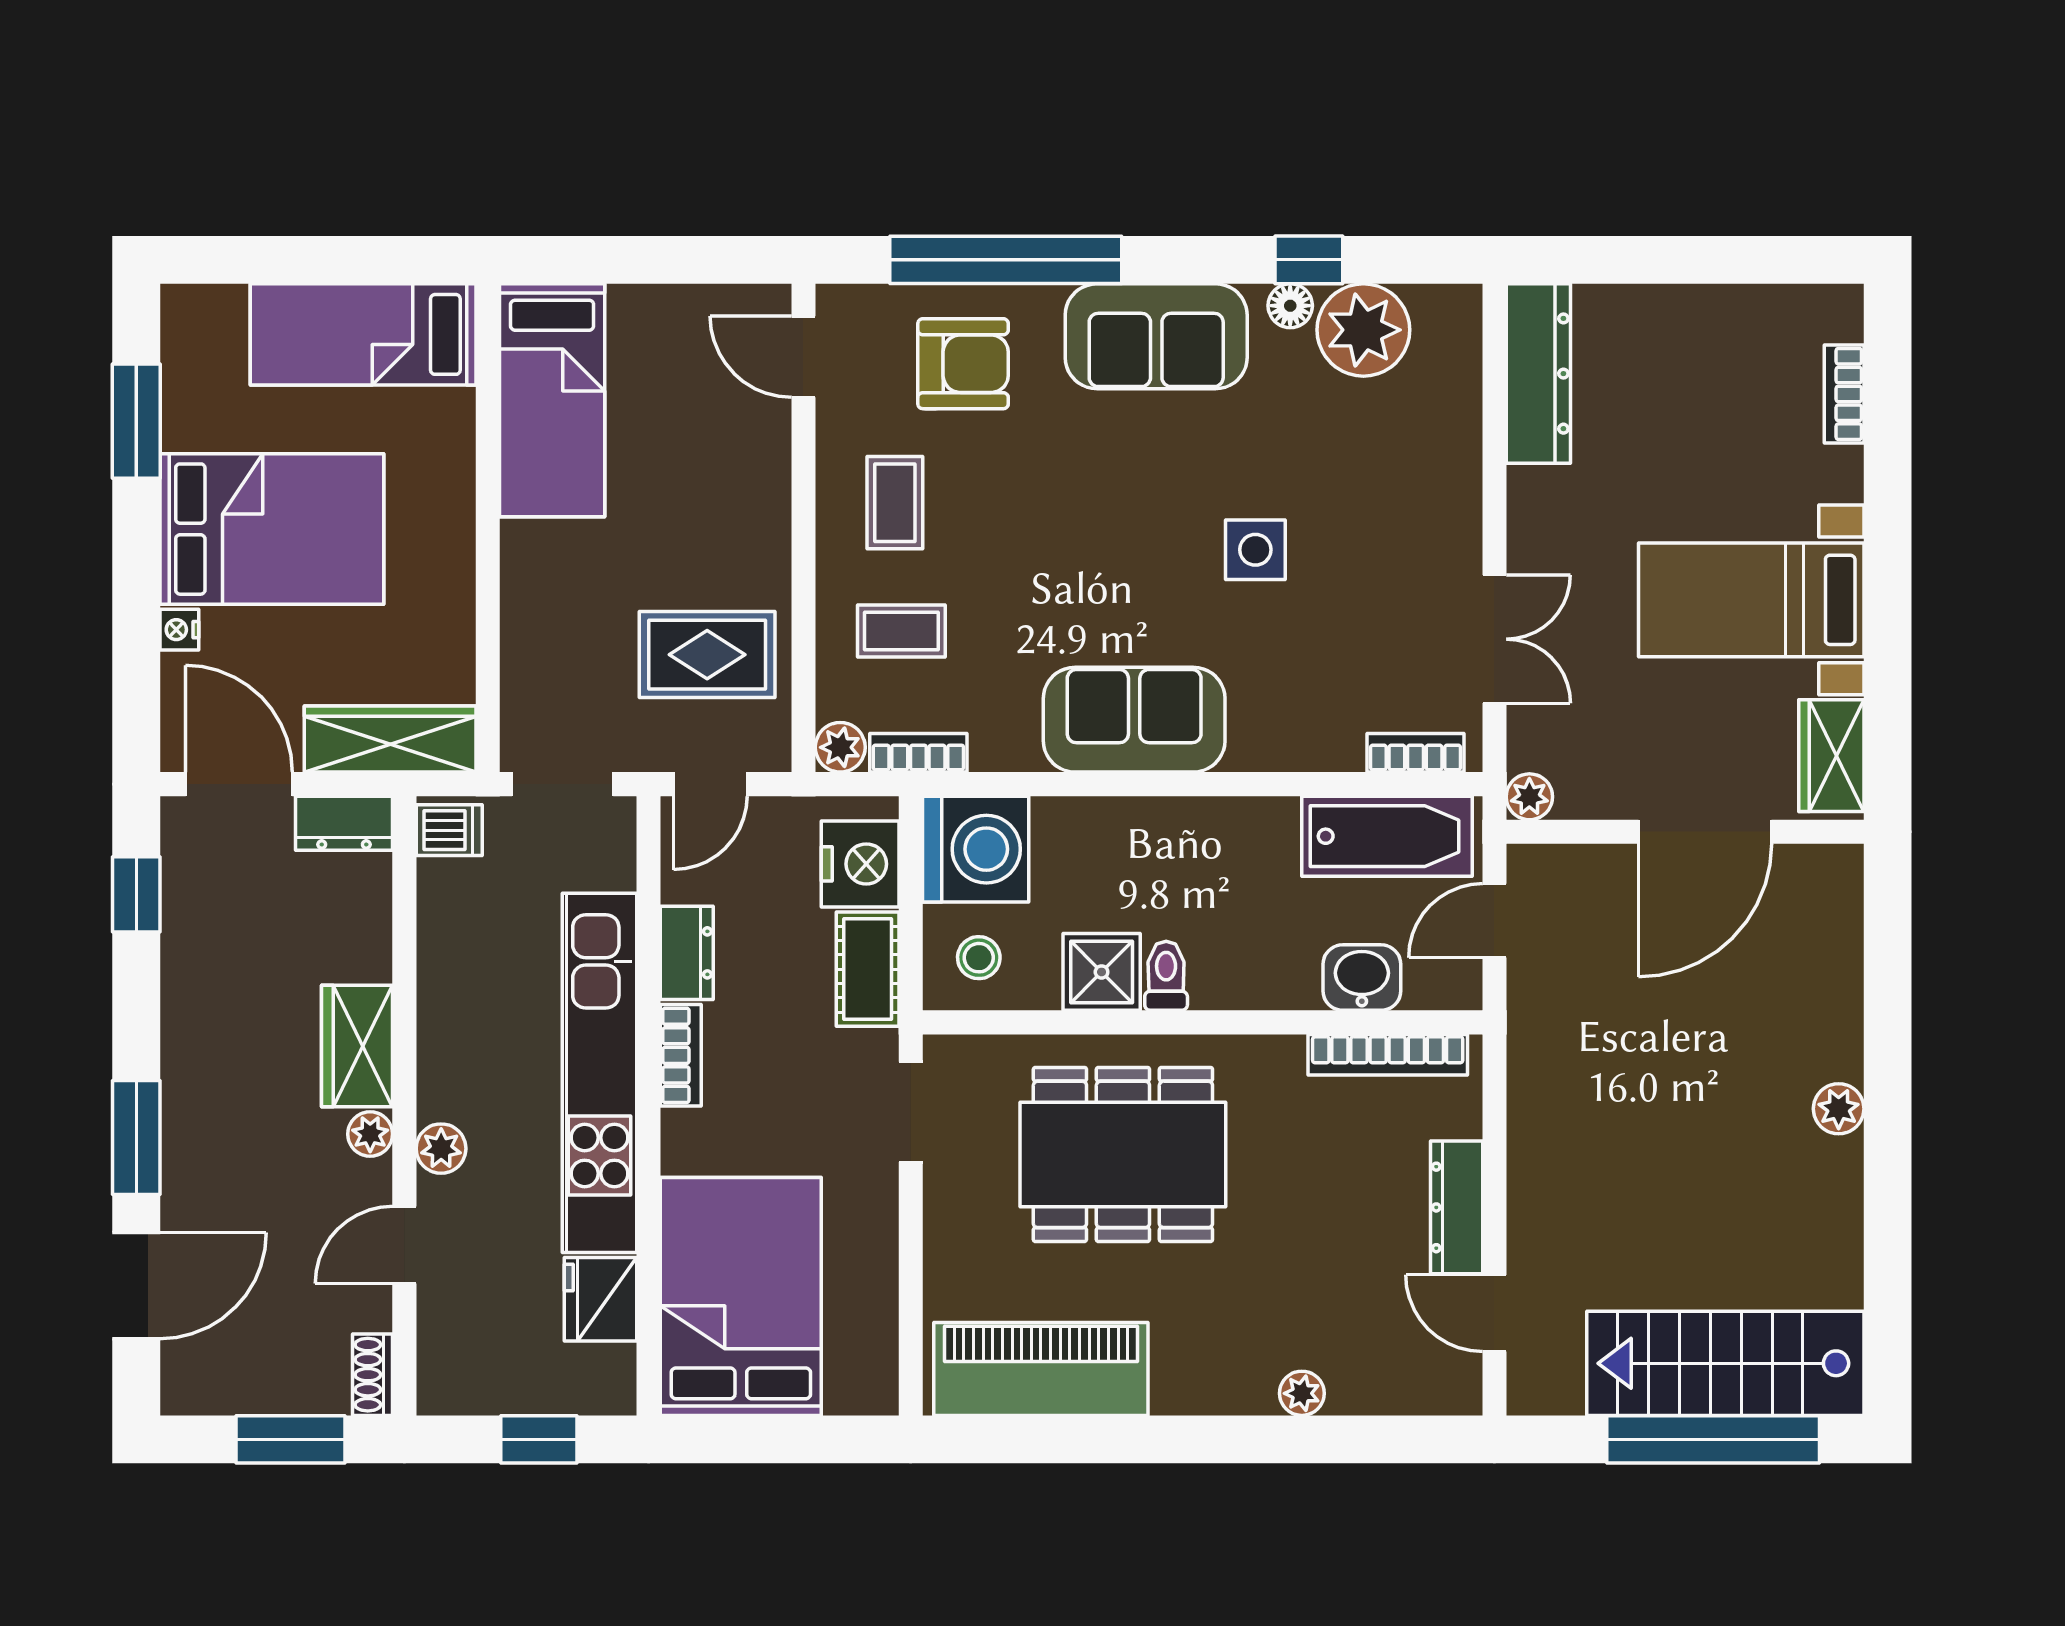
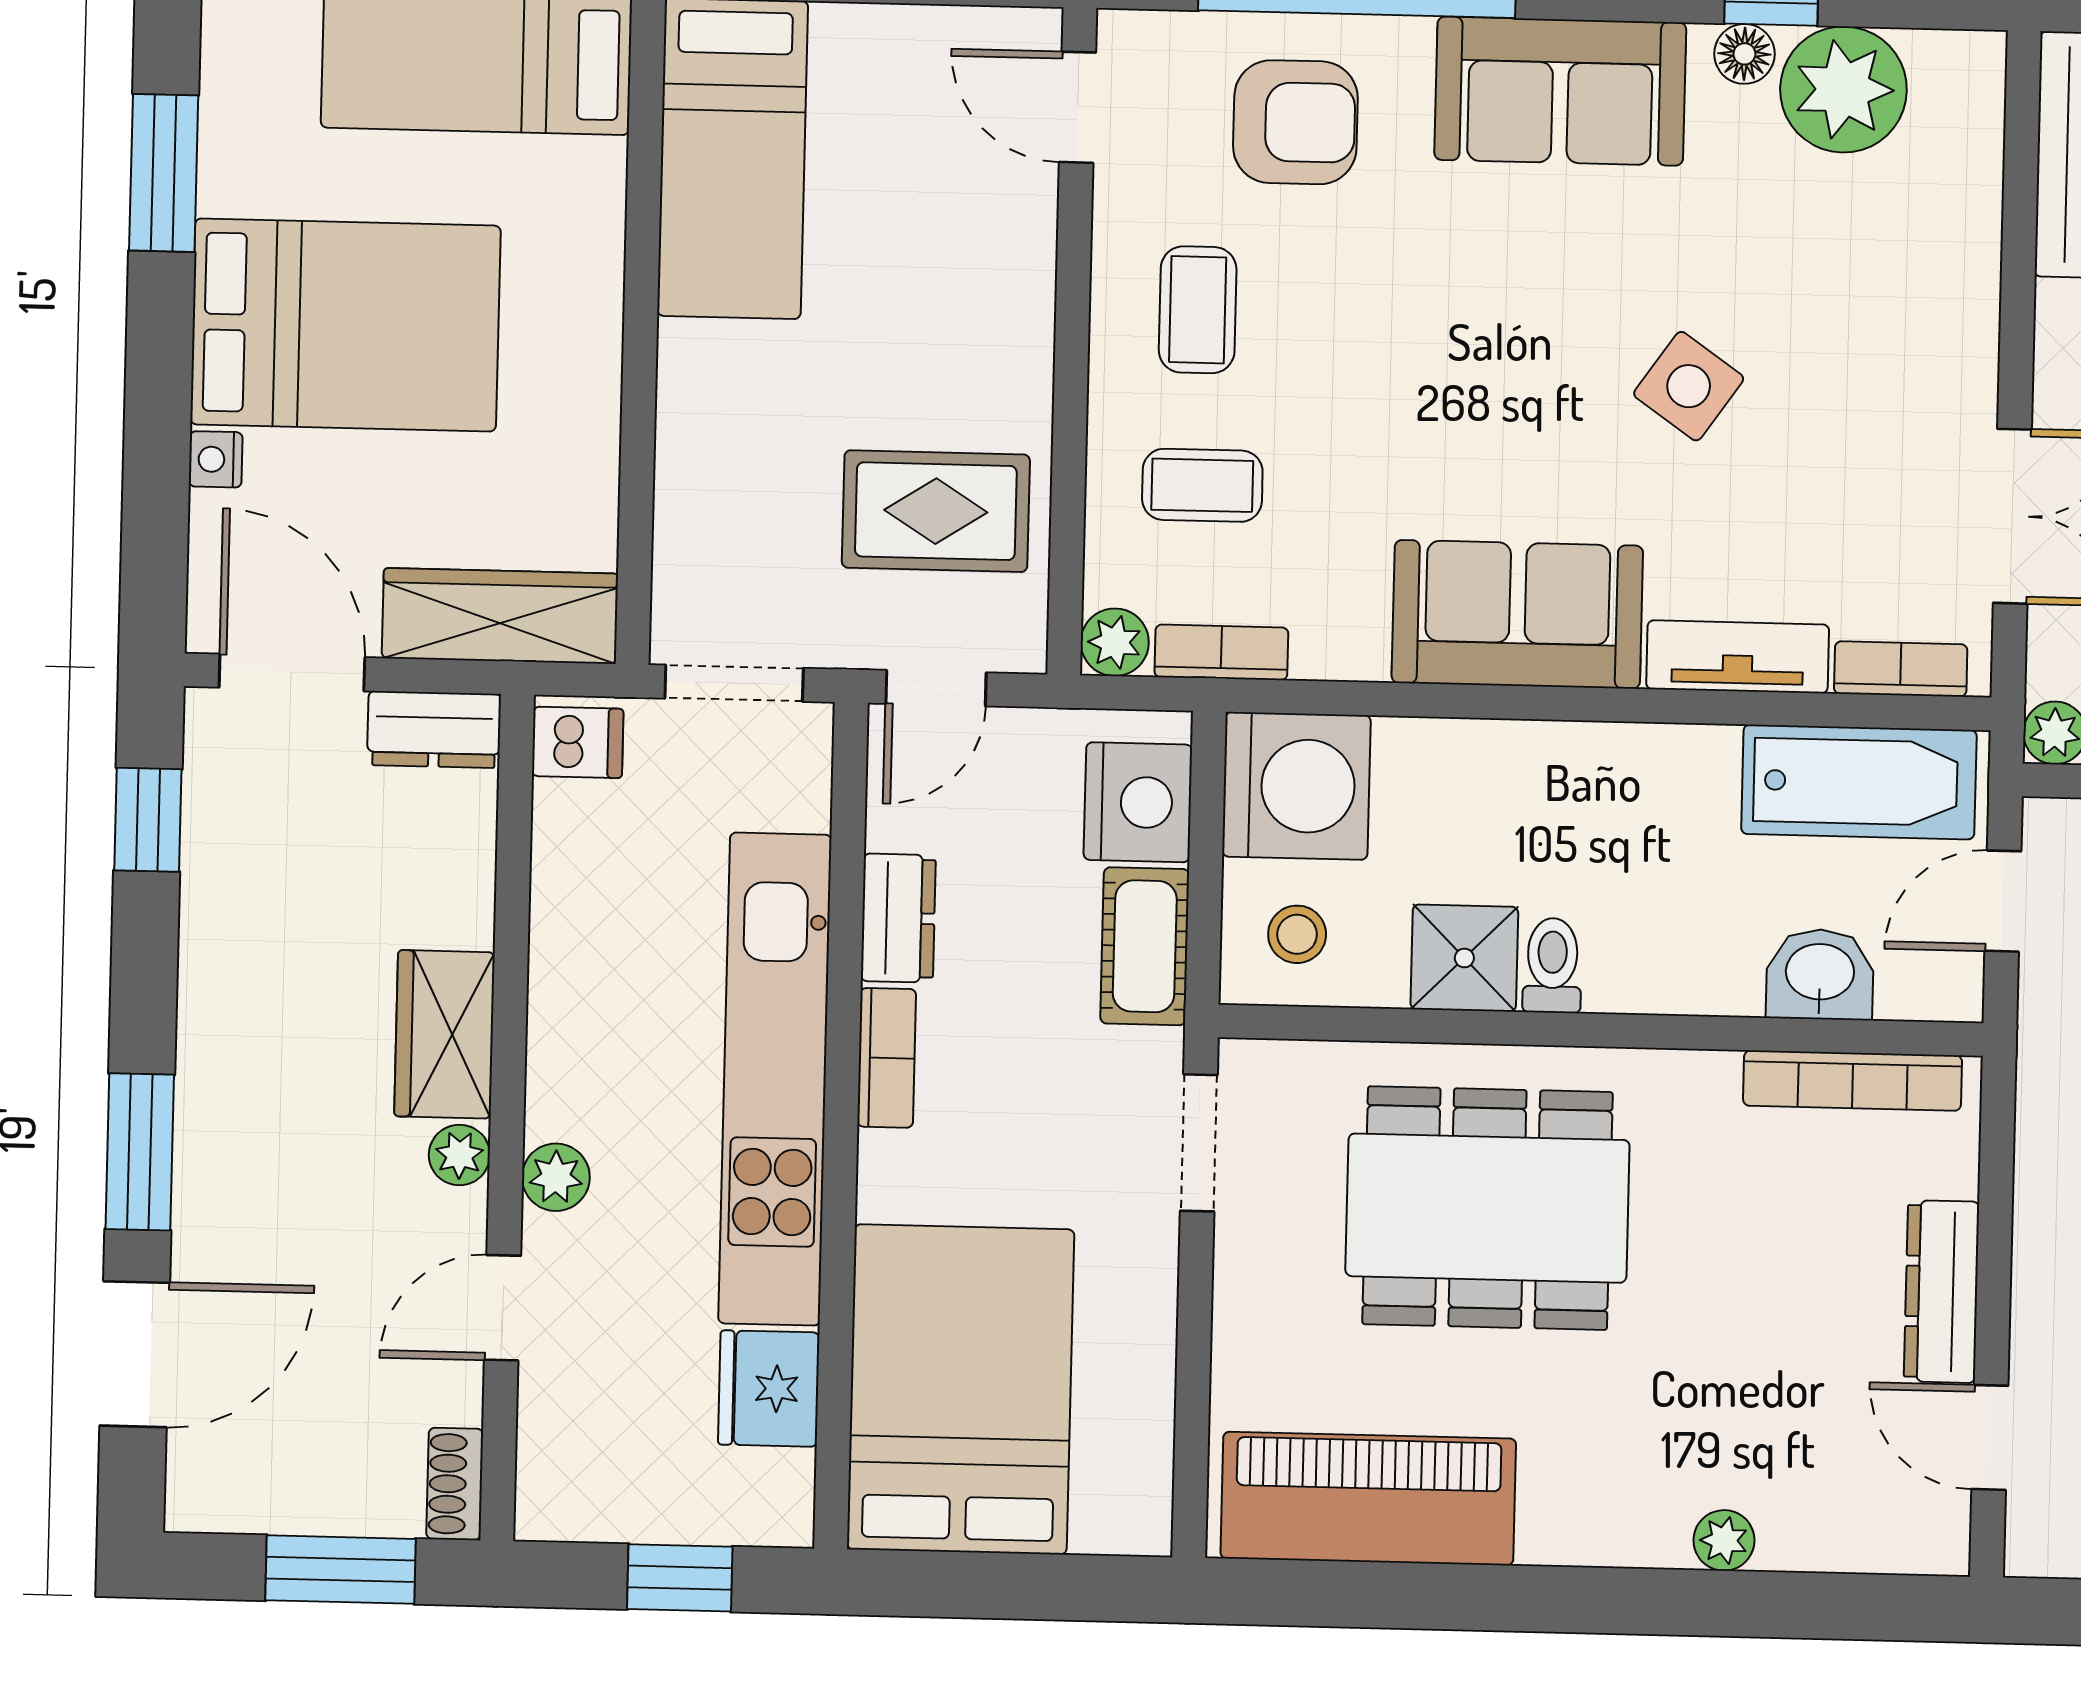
side table: (1255, 550) -> (1689, 386), turned 35
tv unit: (1296, 747) -> (1738, 657), added

